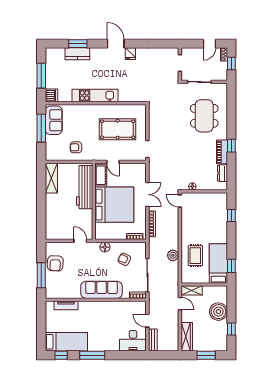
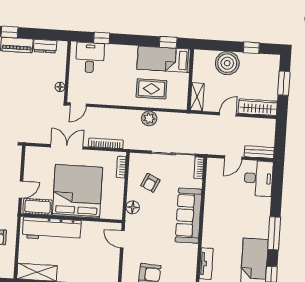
desk: (216, 208) -> (90, 58), added
door: (80, 241) -> (122, 239), hinge flipped
door: (180, 304) -> (228, 114), moved

